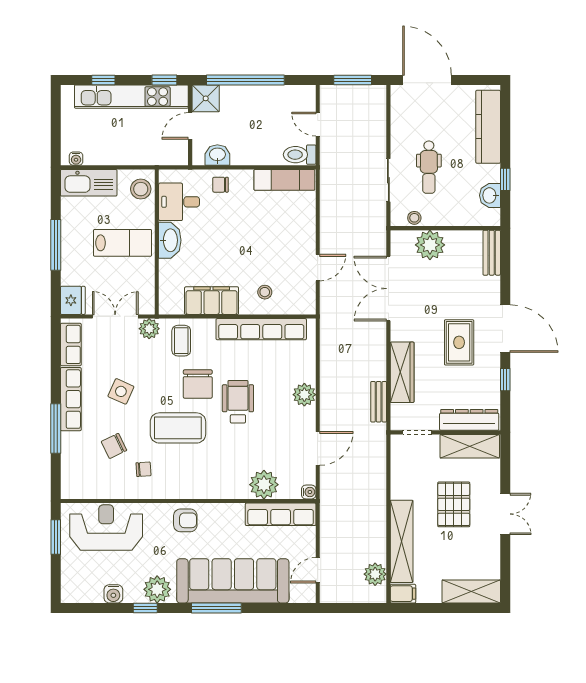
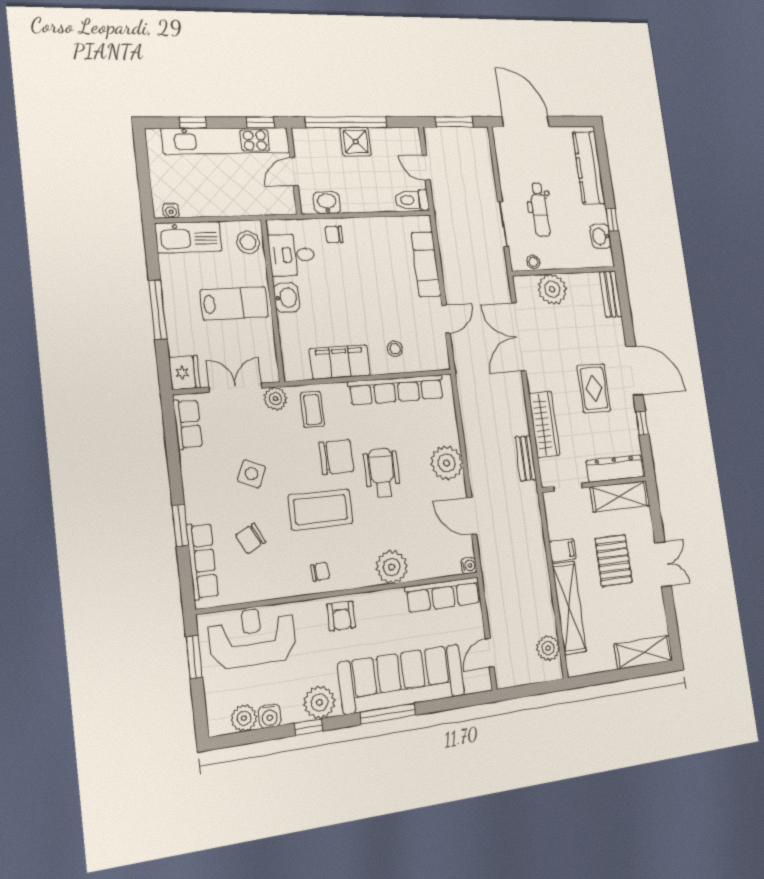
shower: (206, 98) -> (356, 142), moved
exam couch: (284, 180) -> (426, 264), moved, turned 90
washbasin: (170, 240) -> (287, 298), width x0.72
chair: (198, 384) -> (336, 457), turned -90
plant: (304, 395) -> (447, 463), width x1.36, depth x1.36
row of seats: (71, 399) -> (202, 561), moved
window: (56, 429) -> (180, 525), width x0.69
door: (318, 448) -> (472, 516), swing flipped
chair: (144, 469) -> (320, 572), moved
plant: (264, 485) -> (392, 567), moved
armchair: (185, 520) -> (341, 616), turned 90
plant: (92, 592) -> (244, 718), added
filing cabinet: (403, 594) -> (563, 550), moved

